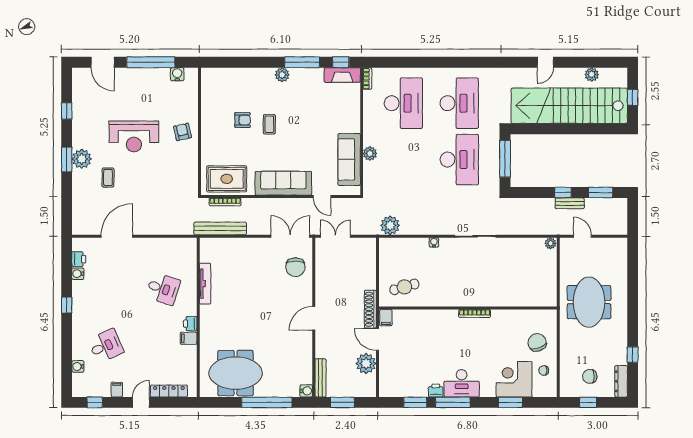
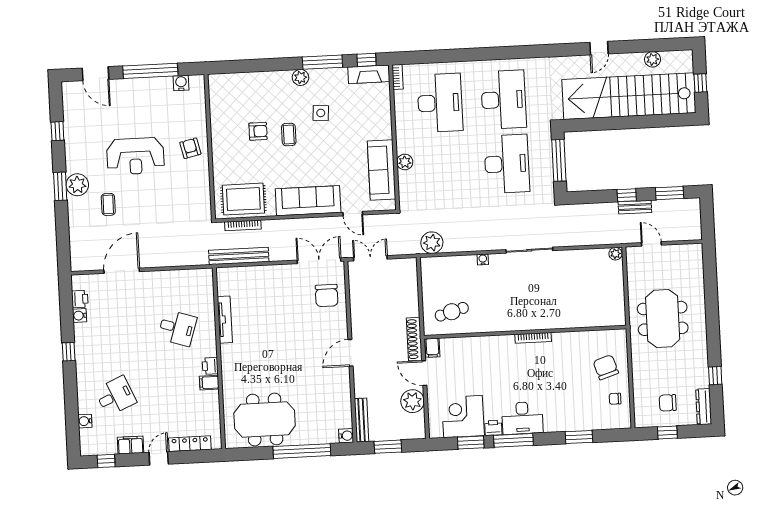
side table: (298, 107) -> (321, 113), added
corner desk: (514, 379) -> (463, 416), moved
filing cabinet: (117, 390) -> (131, 445), width x2.00

